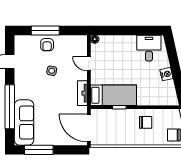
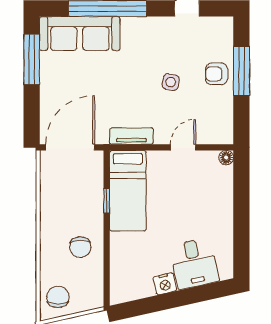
desk: (149, 48) -> (194, 263), moved, turned 77

